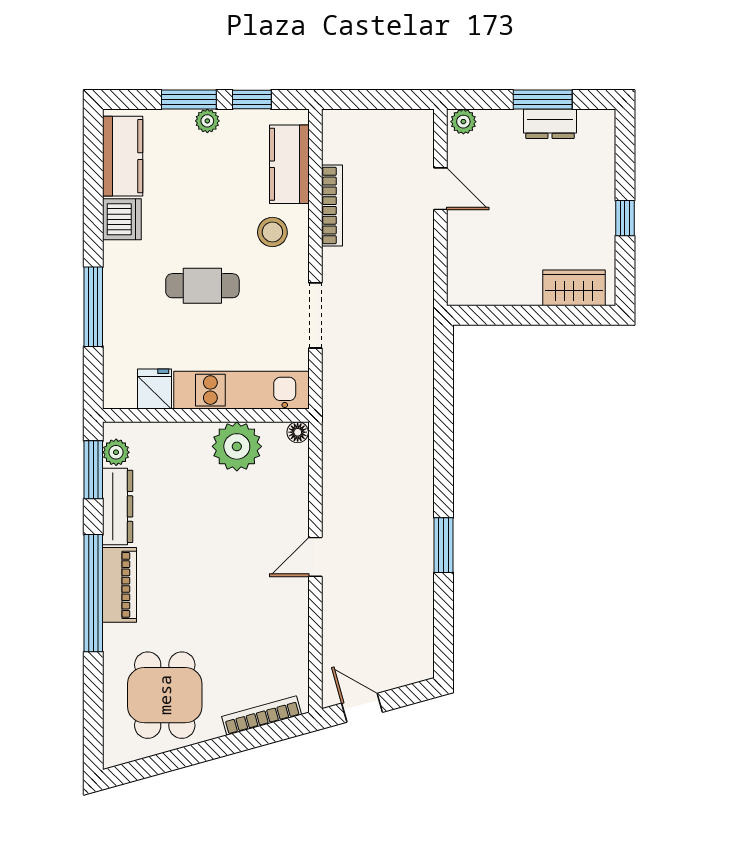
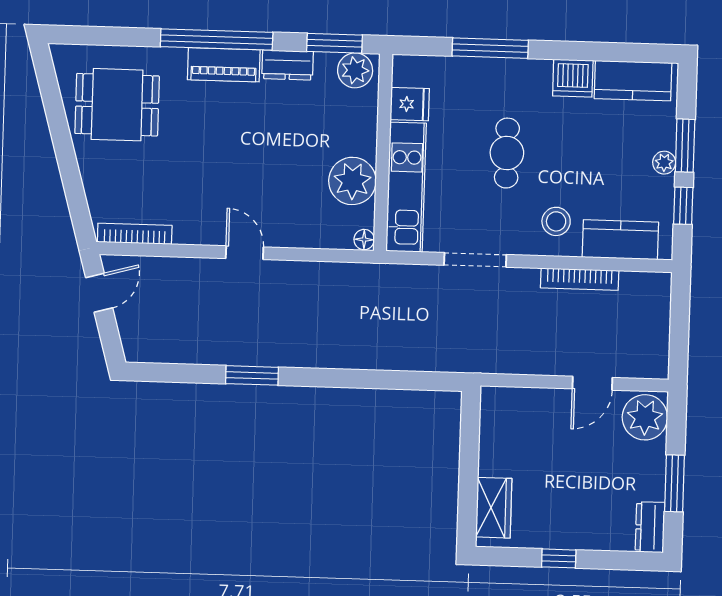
plant: (463, 122) -> (645, 417), width x1.87, depth x1.87
dresser: (550, 124) -> (650, 527), moved
plant: (116, 452) -> (355, 70), width x1.38, depth x1.38
dresser: (118, 506) -> (288, 65), width x0.70
bookcase: (262, 716) -> (135, 234), moved, turned -75

